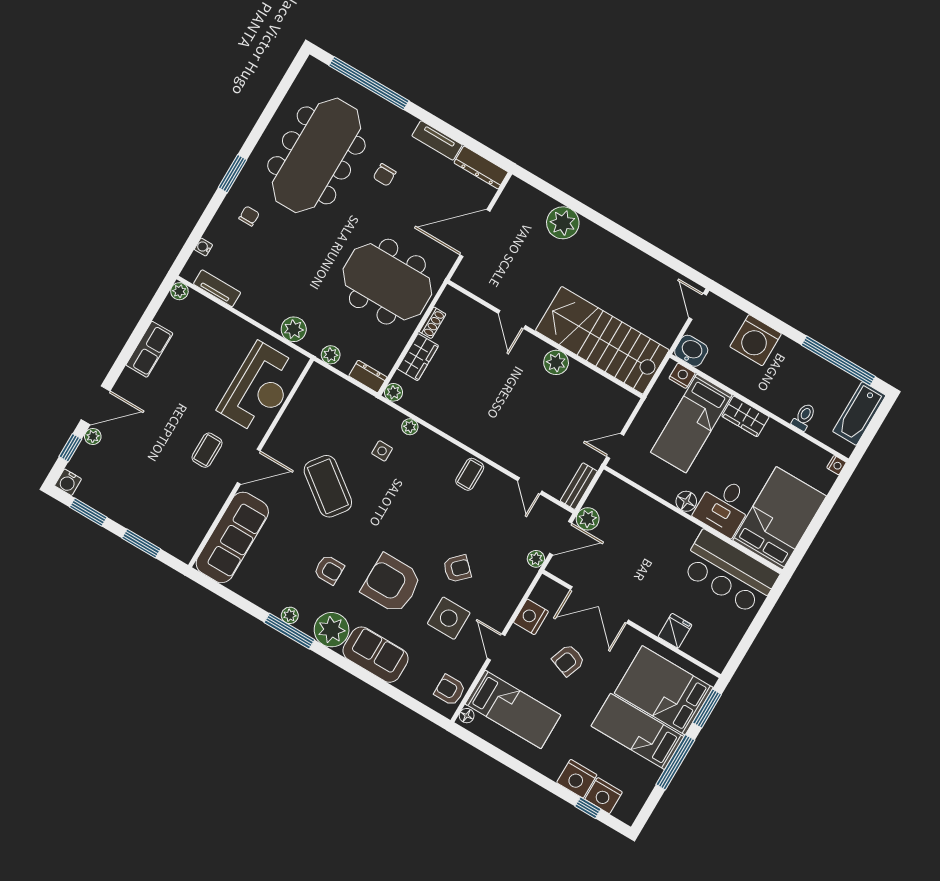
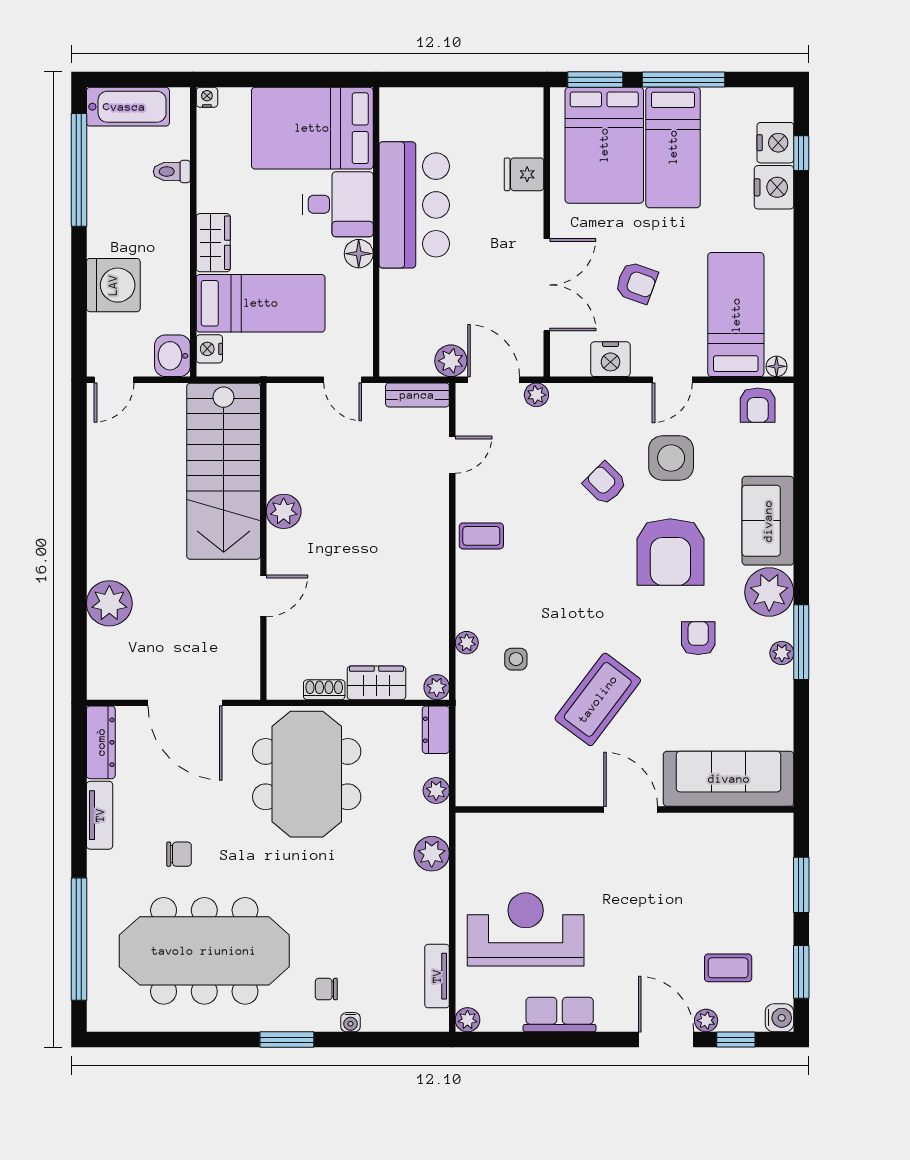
water cooler: (203, 247) -> (351, 1022), moved
reception desk: (259, 388) -> (526, 929), moved
coffee table: (207, 450) -> (728, 968), moved
bar counter: (729, 572) -> (414, 205), moved

